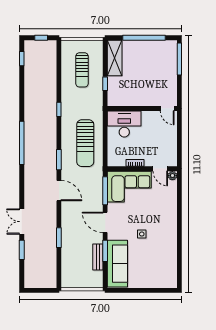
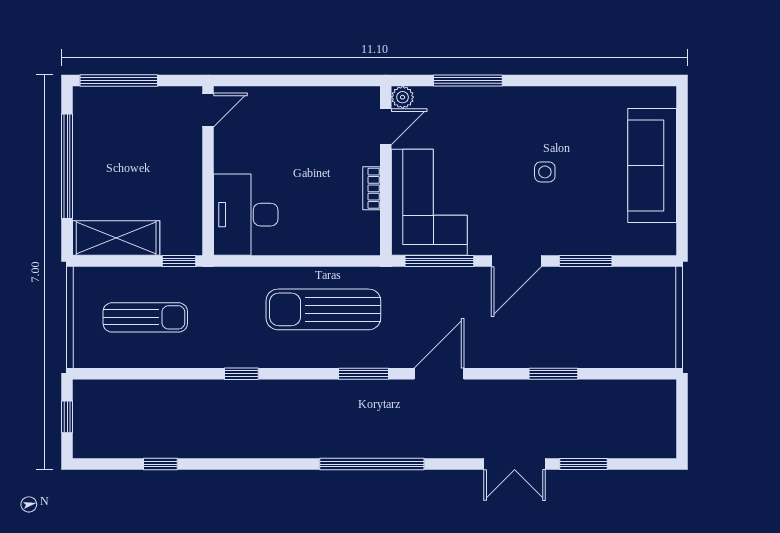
window: (22, 59) -> (160, 464), moved
wall: (142, 108) -> (208, 171), moved
door: (167, 108) -> (208, 110), moved
desk: (124, 124) -> (246, 215), moved
window: (22, 143) -> (372, 464), moved
sun lounger: (85, 143) -> (323, 309), turned 180
window: (179, 202) -> (468, 80), added
bench: (98, 257) -> (601, 279), removed
sofa: (117, 264) -> (652, 165), moved, turned -90

